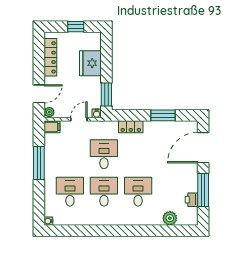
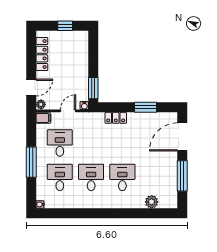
fridge: (90, 63) -> (79, 59), removed
desk: (104, 154) -> (60, 143), moved
window: (39, 163) -> (31, 162), moved
printer: (192, 200) -> (172, 185), removed

